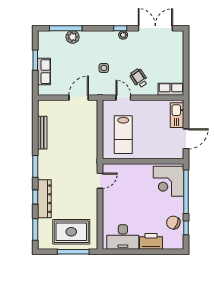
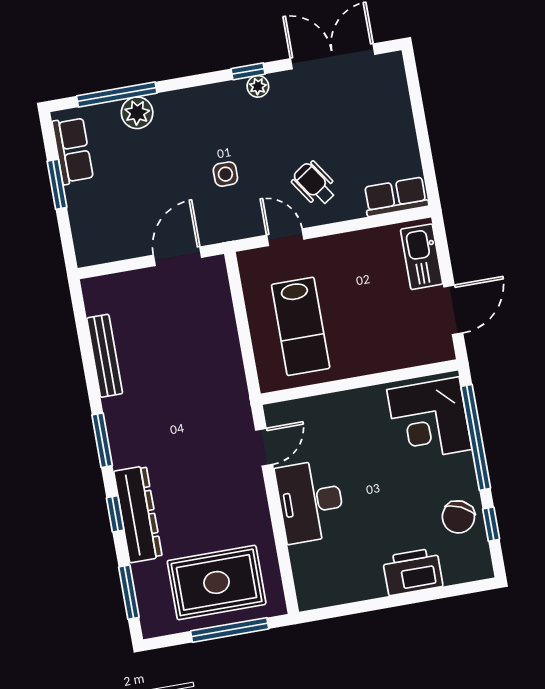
row of seats: (44, 72) -> (73, 150), moved
chair: (173, 223) -> (458, 517), turned -88
desk: (123, 237) -> (311, 501), moved, turned 90

